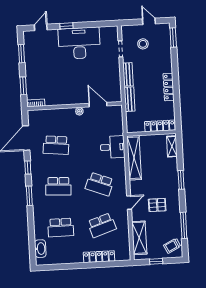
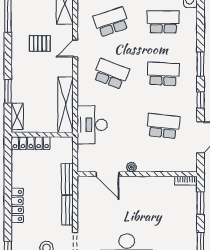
locker: (169, 87) -> (17, 205), moved
desk: (112, 147) -> (92, 125), width x1.37
window: (181, 180) -> (8, 91), moved

